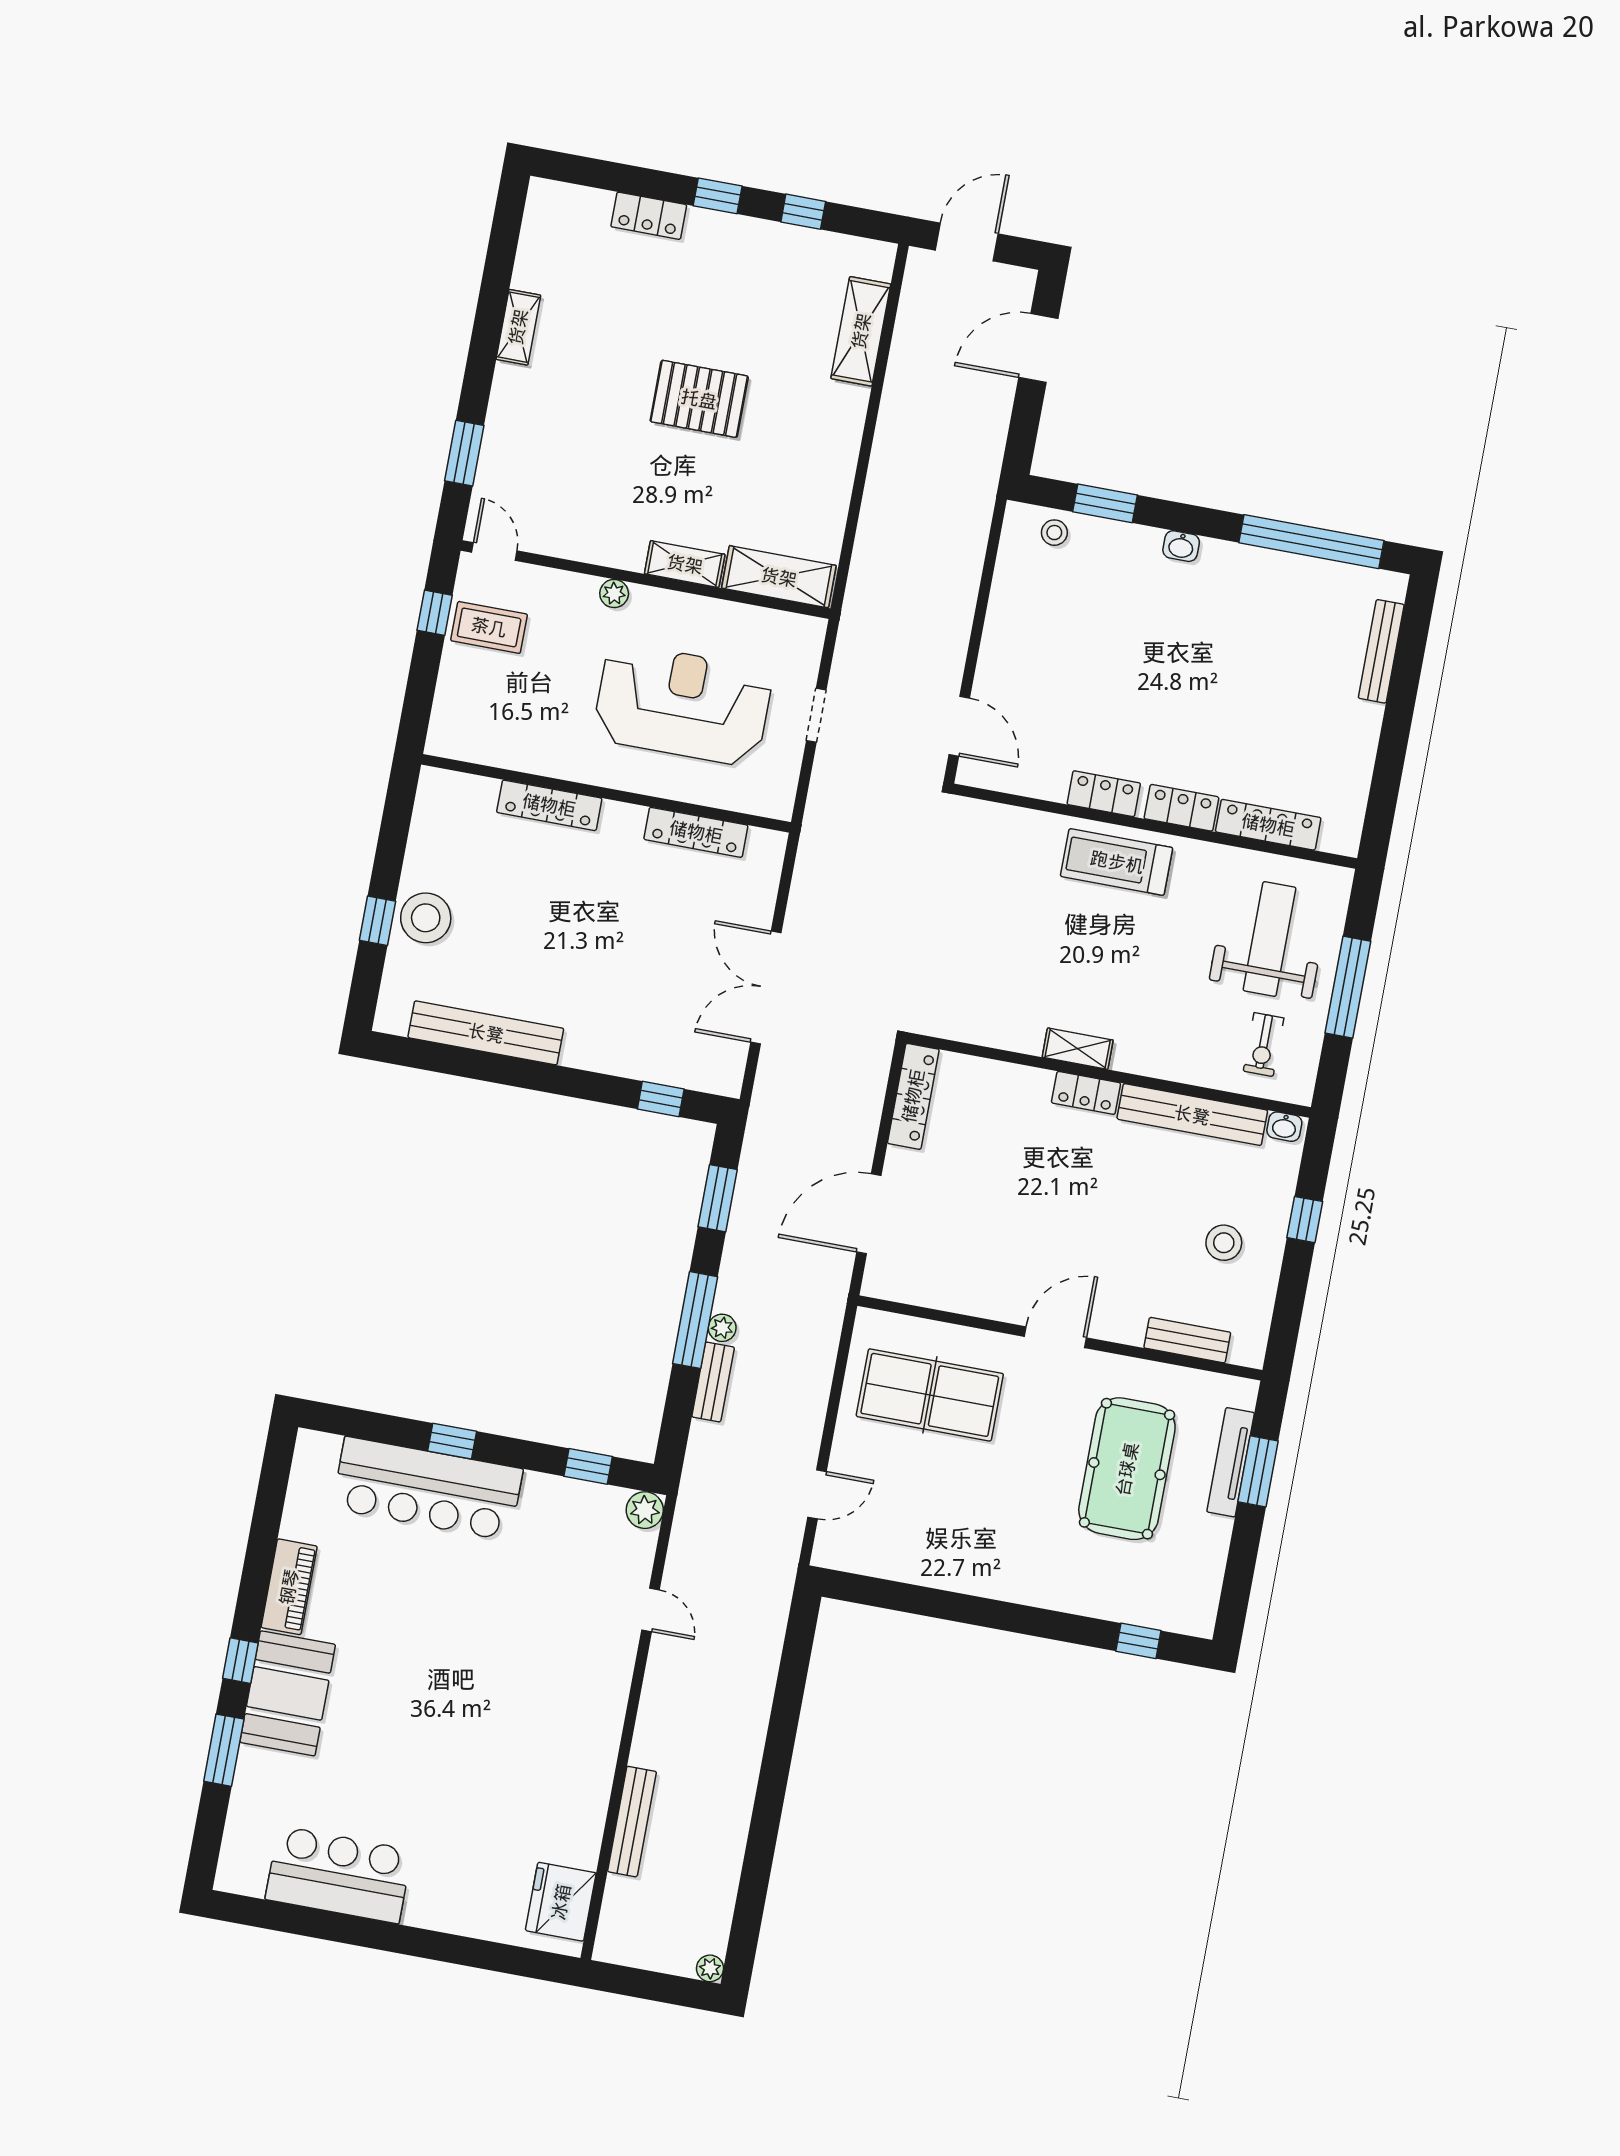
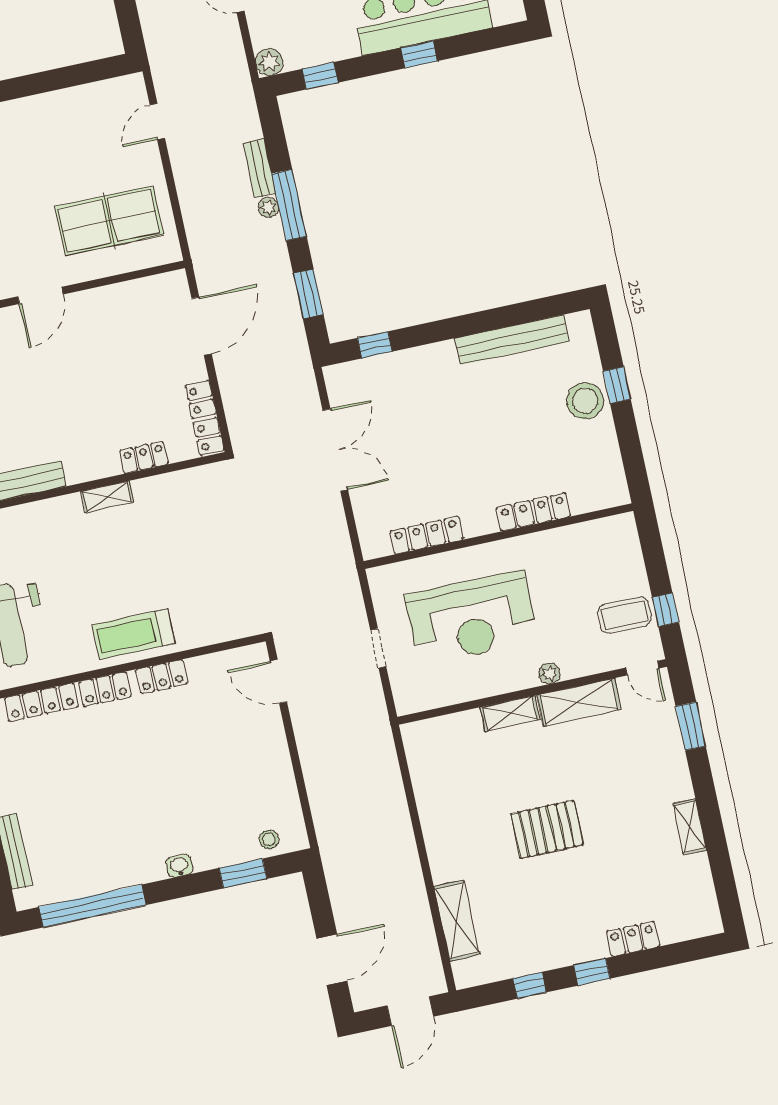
shelving: (779, 577) -> (579, 702), moved
treadmill: (1117, 862) -> (134, 634), turned 180
locker: (1086, 1093) -> (144, 457), moved

